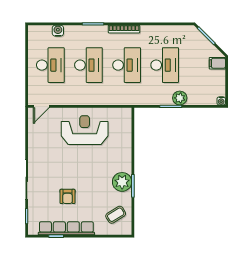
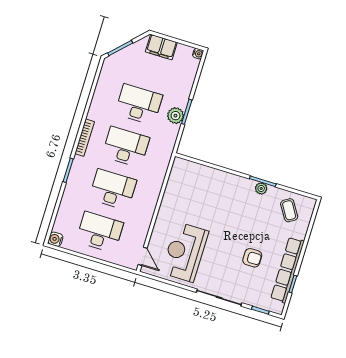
water cooler: (58, 31) -> (56, 239), moved
filing cabinet: (217, 63) -> (161, 47), width x2.00
plant: (180, 98) -> (176, 116), moved
reception desk: (85, 130) -> (185, 252), moved
plant: (122, 182) -> (261, 188), width x0.53, depth x0.53

